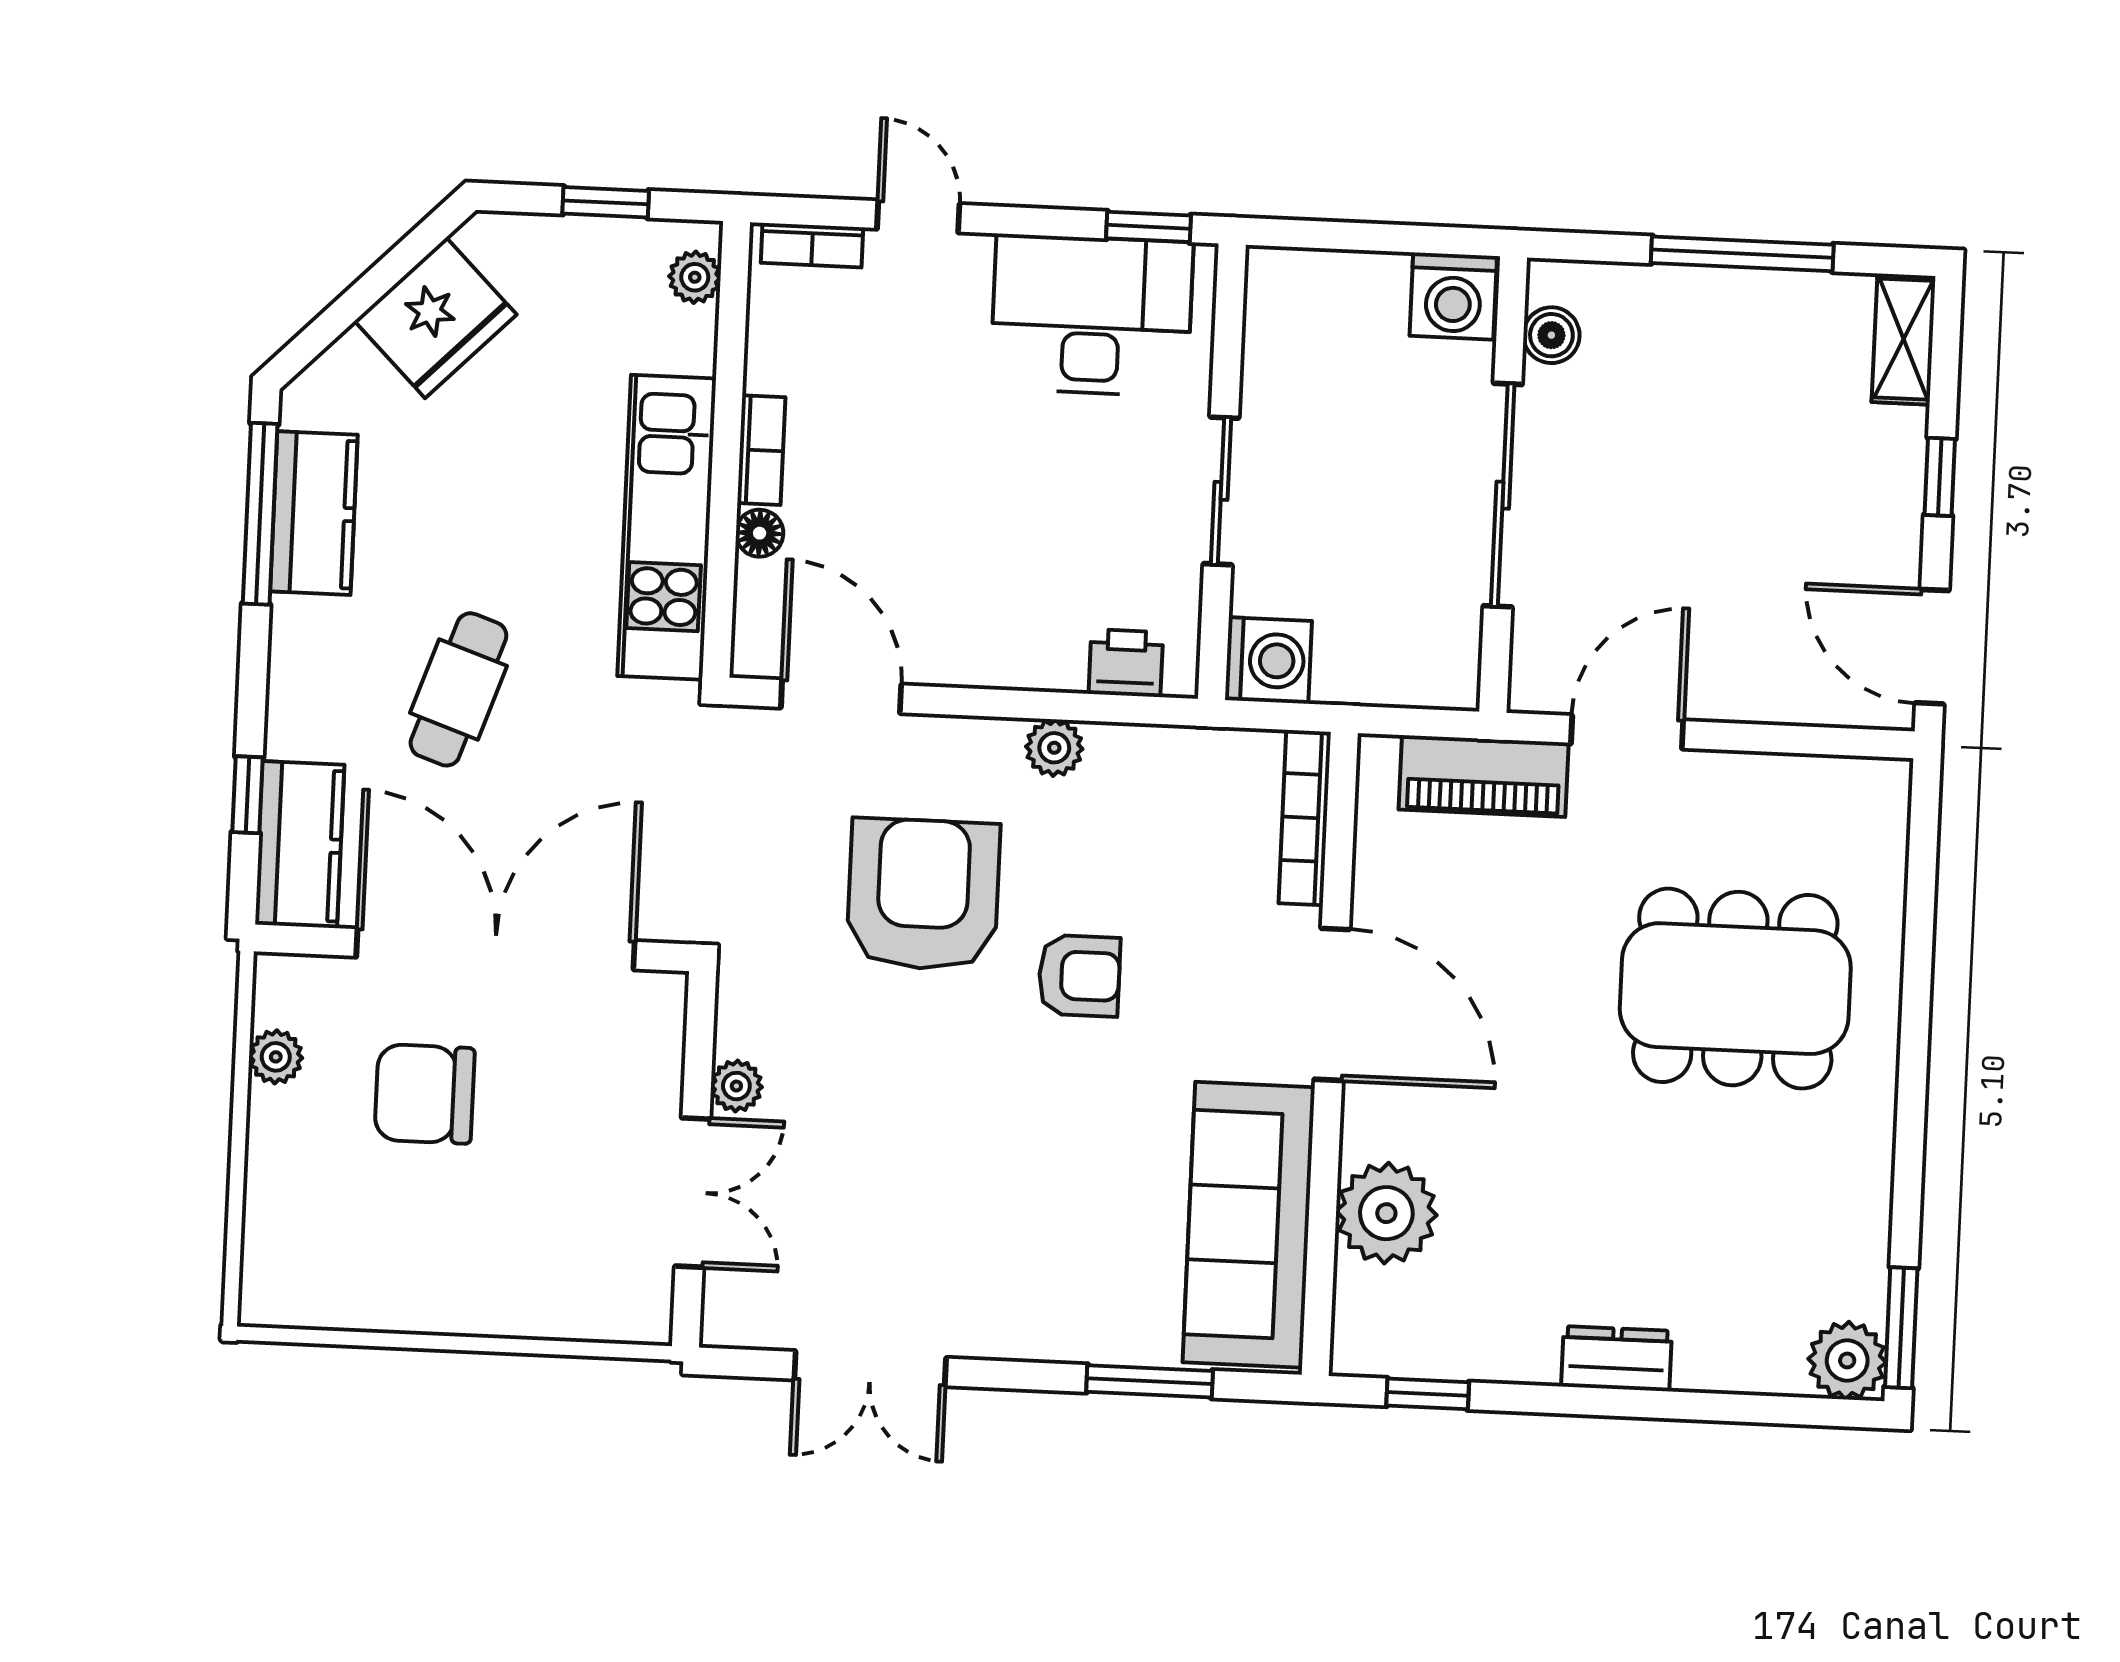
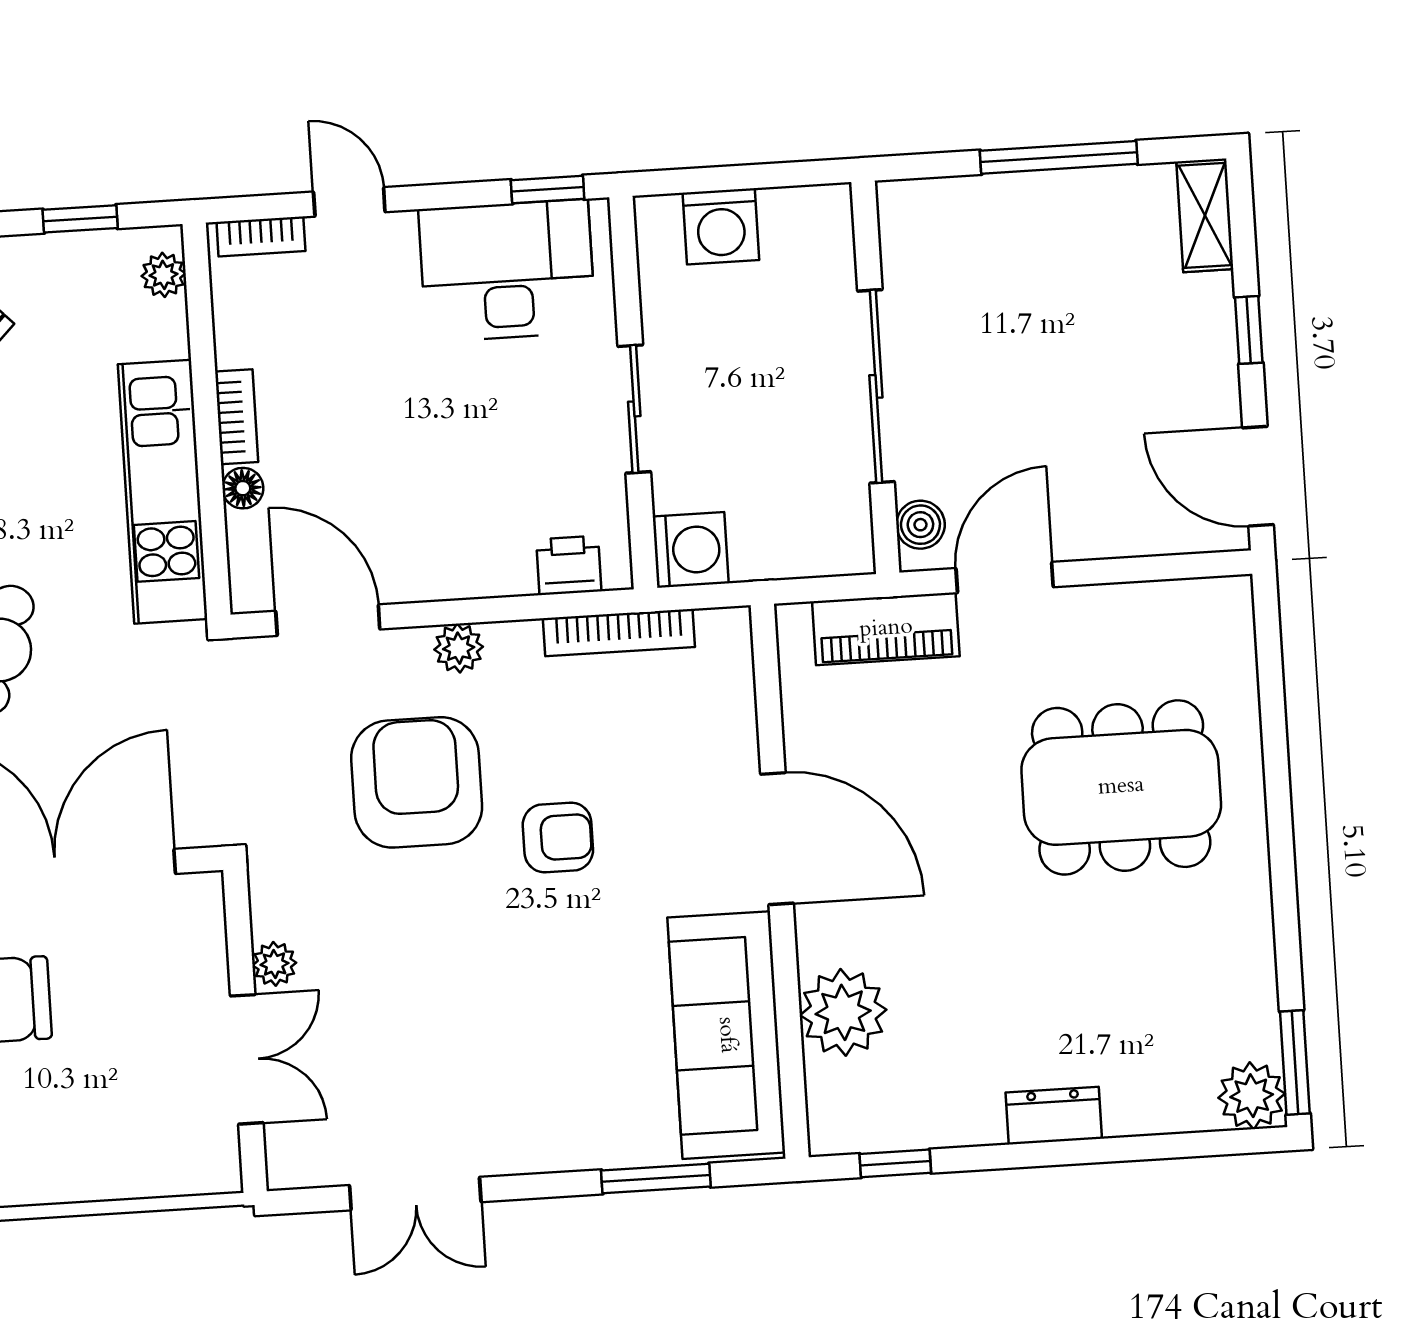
washing machine: (1453, 296) -> (721, 226), moved
boiler: (1551, 335) -> (920, 525), moved
plant: (1054, 748) -> (459, 648), moved
bookcase: (1305, 818) -> (619, 633), moved, turned -90

